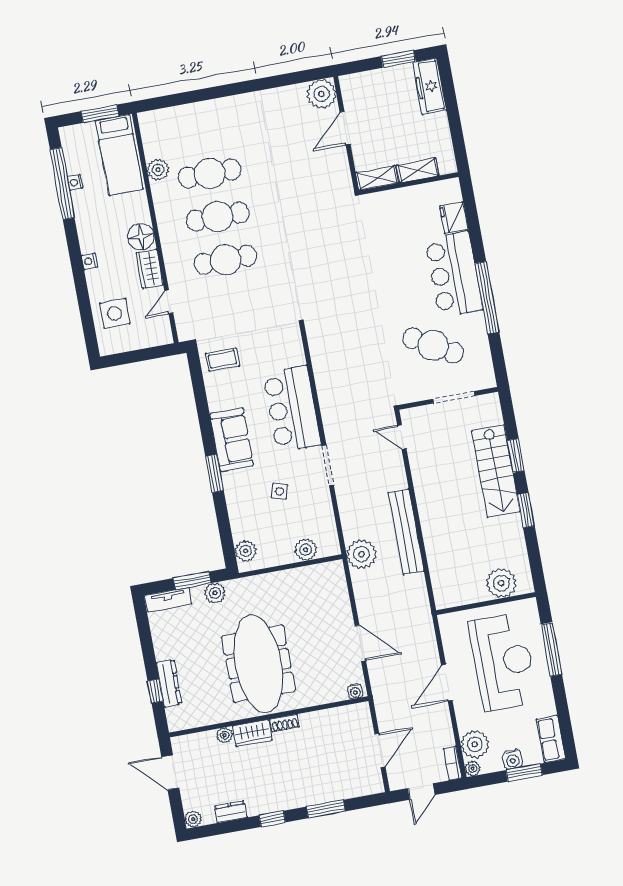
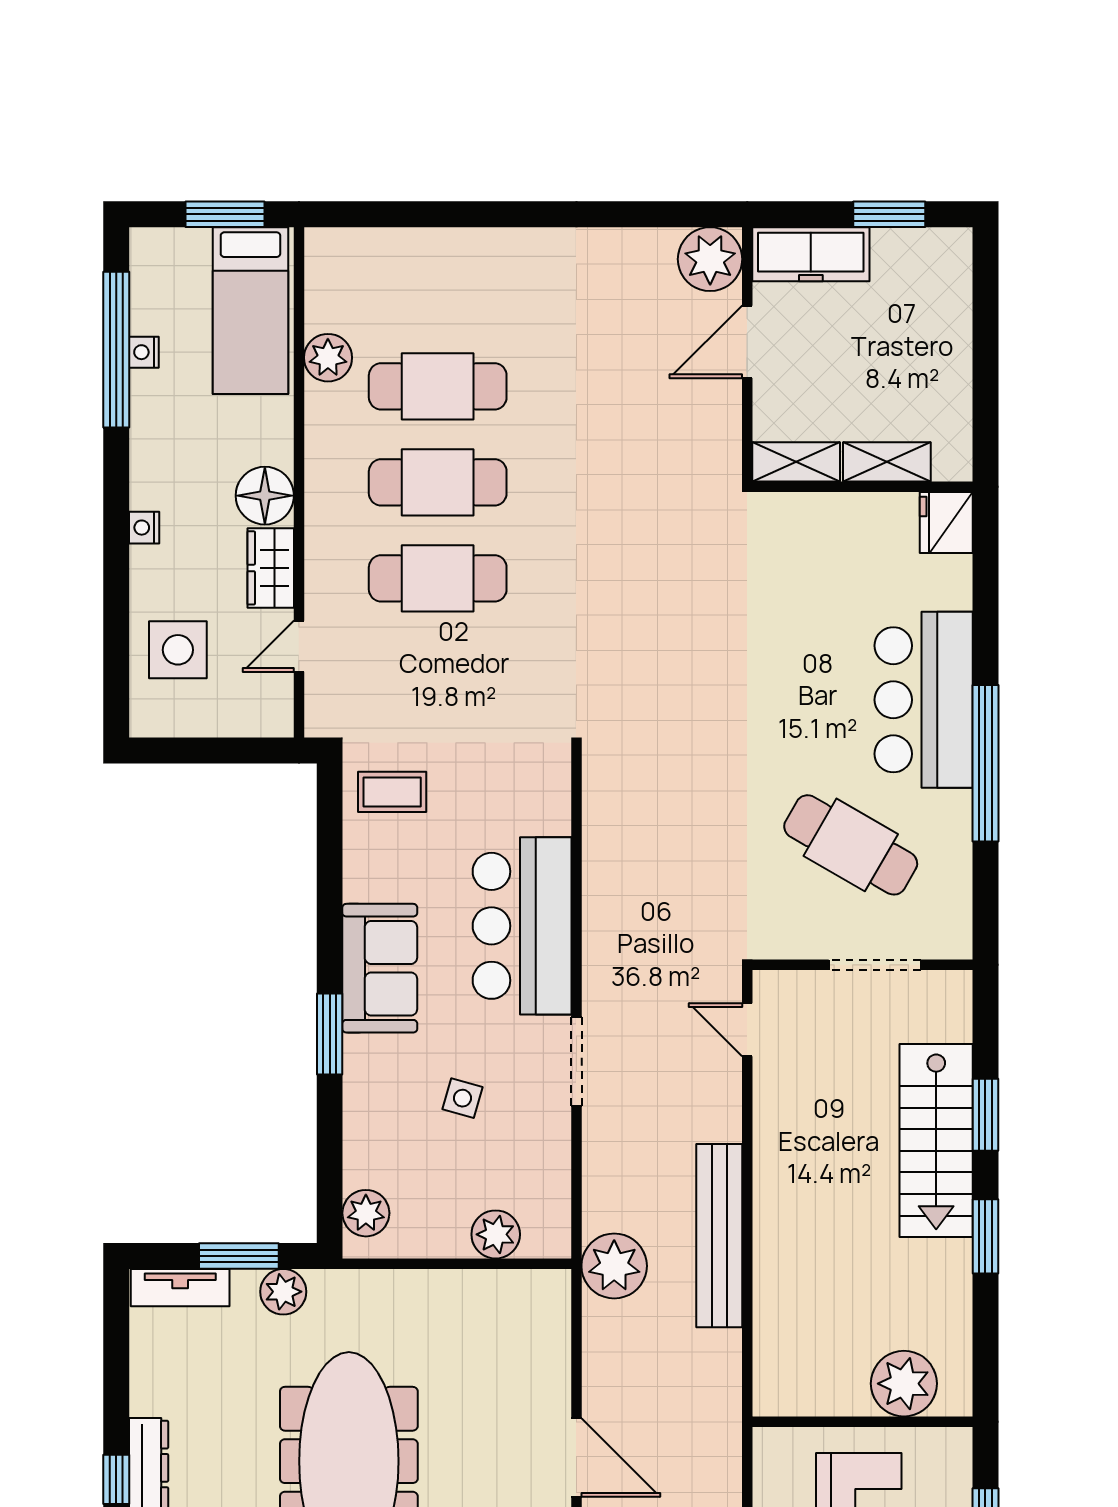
freezer: (429, 86) -> (811, 254), moved, turned -90
fridge: (454, 217) -> (946, 522), moved

